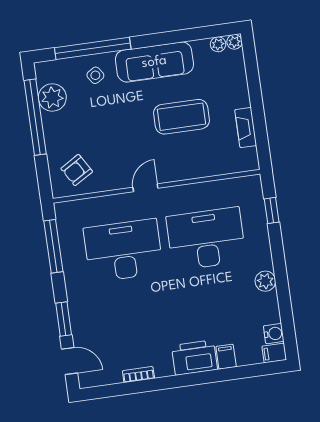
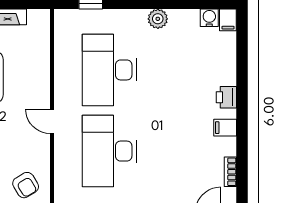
filing cabinet: (226, 357) -> (225, 128), moved
printer: (194, 358) -> (226, 97), width x0.53, depth x0.68
bookcase: (138, 375) -> (230, 172), moved

